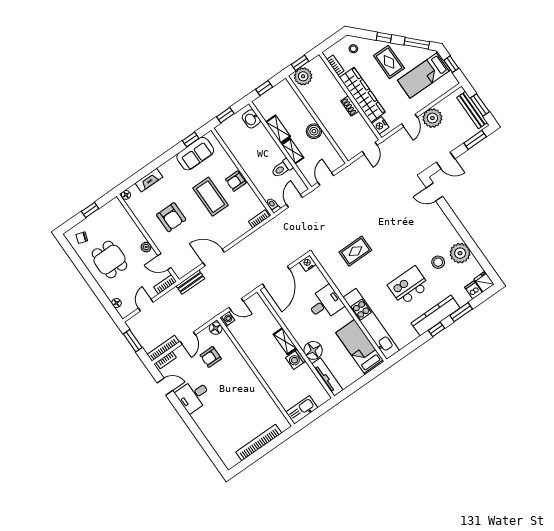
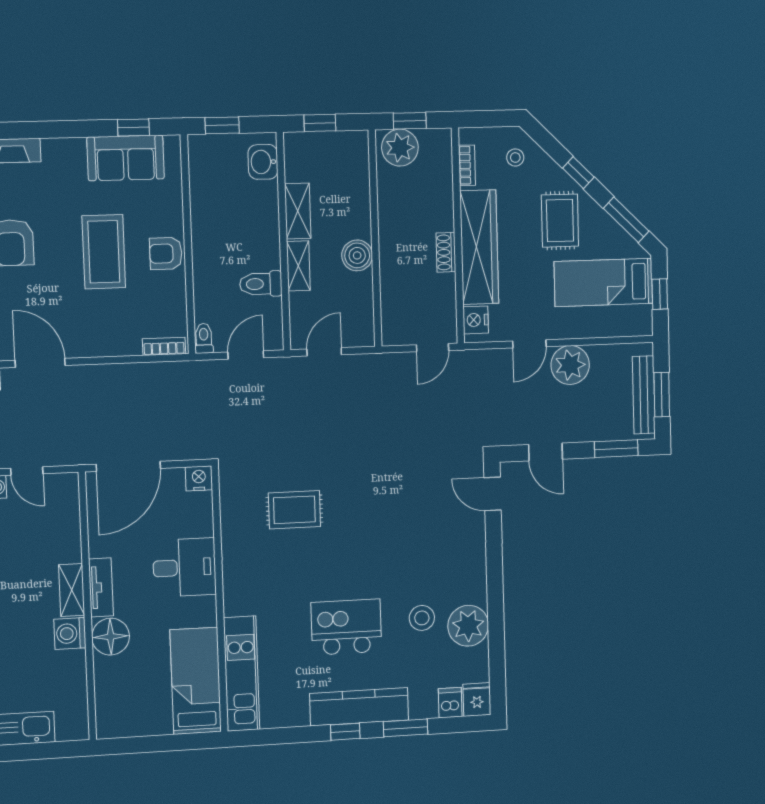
kitchen unit: (371, 324) -> (242, 674), width x0.73
tv unit: (327, 377) -> (101, 587), moved, width x0.71

